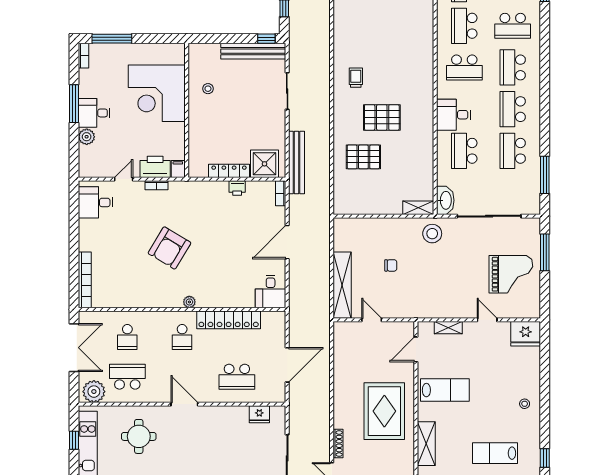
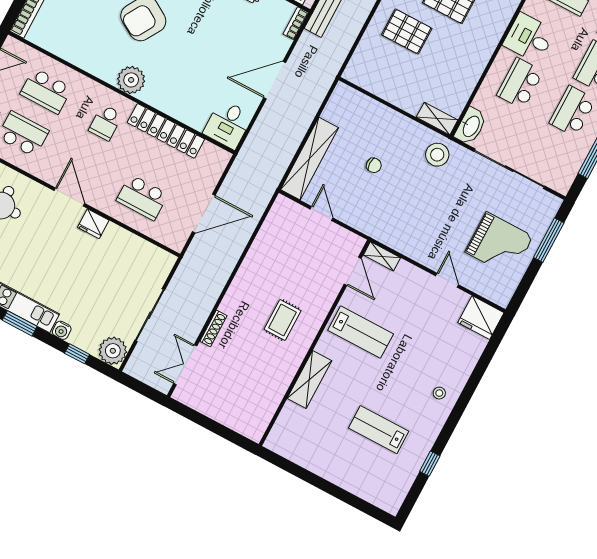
plant: (189, 302) -> (131, 80), width x1.88, depth x1.88
shelving: (448, 328) -> (382, 256), moved
school desk: (127, 337) -> (46, 91), width x1.85
door: (416, 349) -> (353, 271), swing flipped
rug: (384, 411) -> (282, 320), width x0.54, depth x0.49
fridge: (259, 414) -> (93, 224), moved

